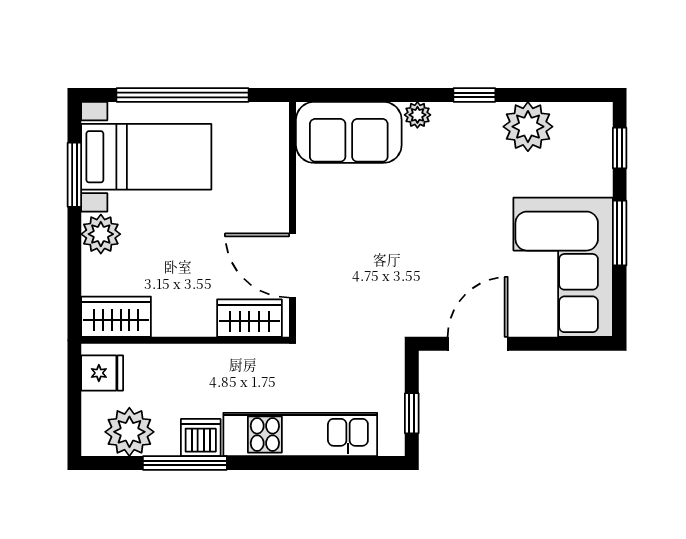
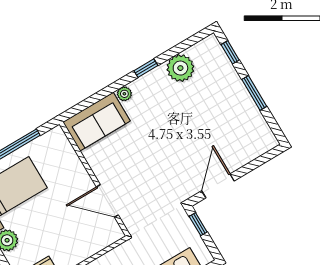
corner sofa: (563, 267) -> (237, 125), removed
wardrobe: (249, 318) -> (102, 238), removed
window: (412, 413) -> (198, 224), moved

